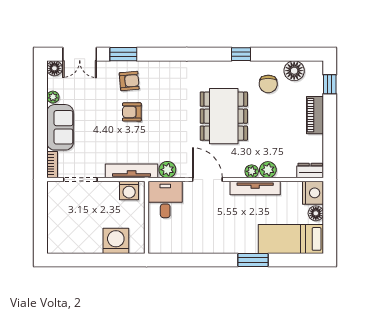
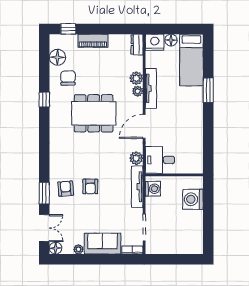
chair: (268, 84) -> (68, 78), turned -90

